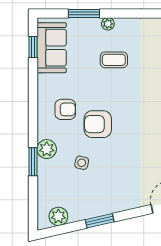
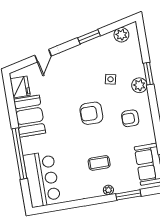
armchair: (98, 124) -> (91, 113), moved, turned 180

